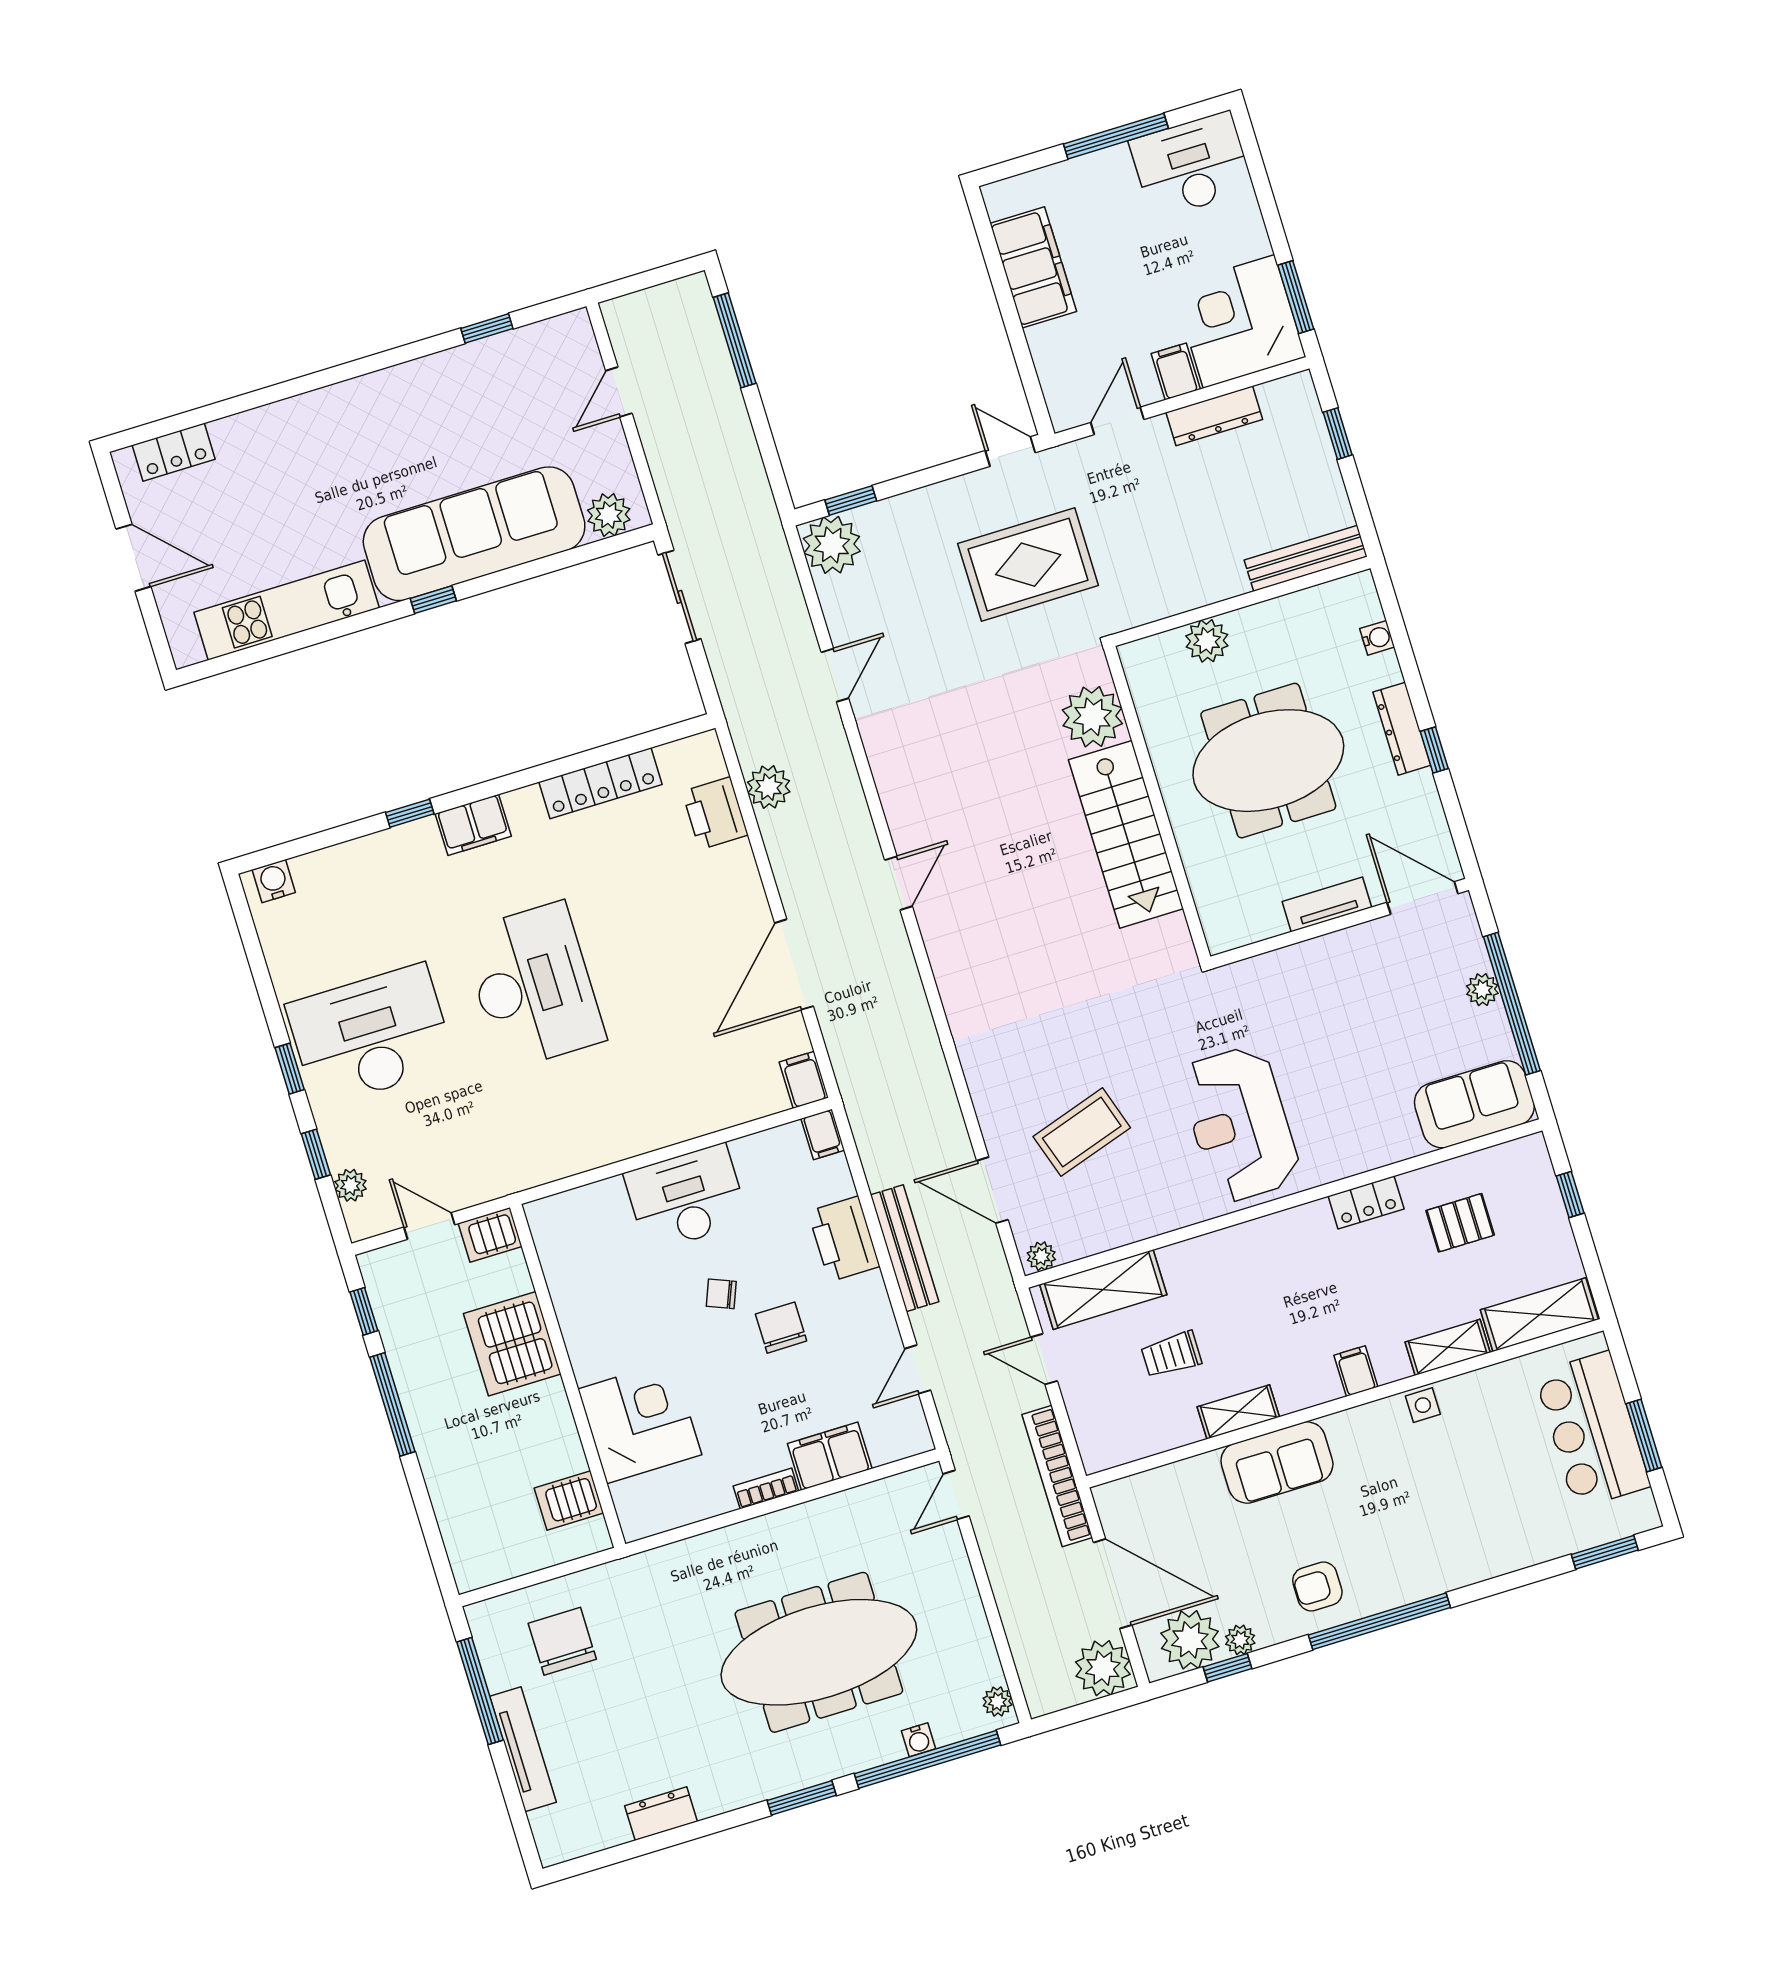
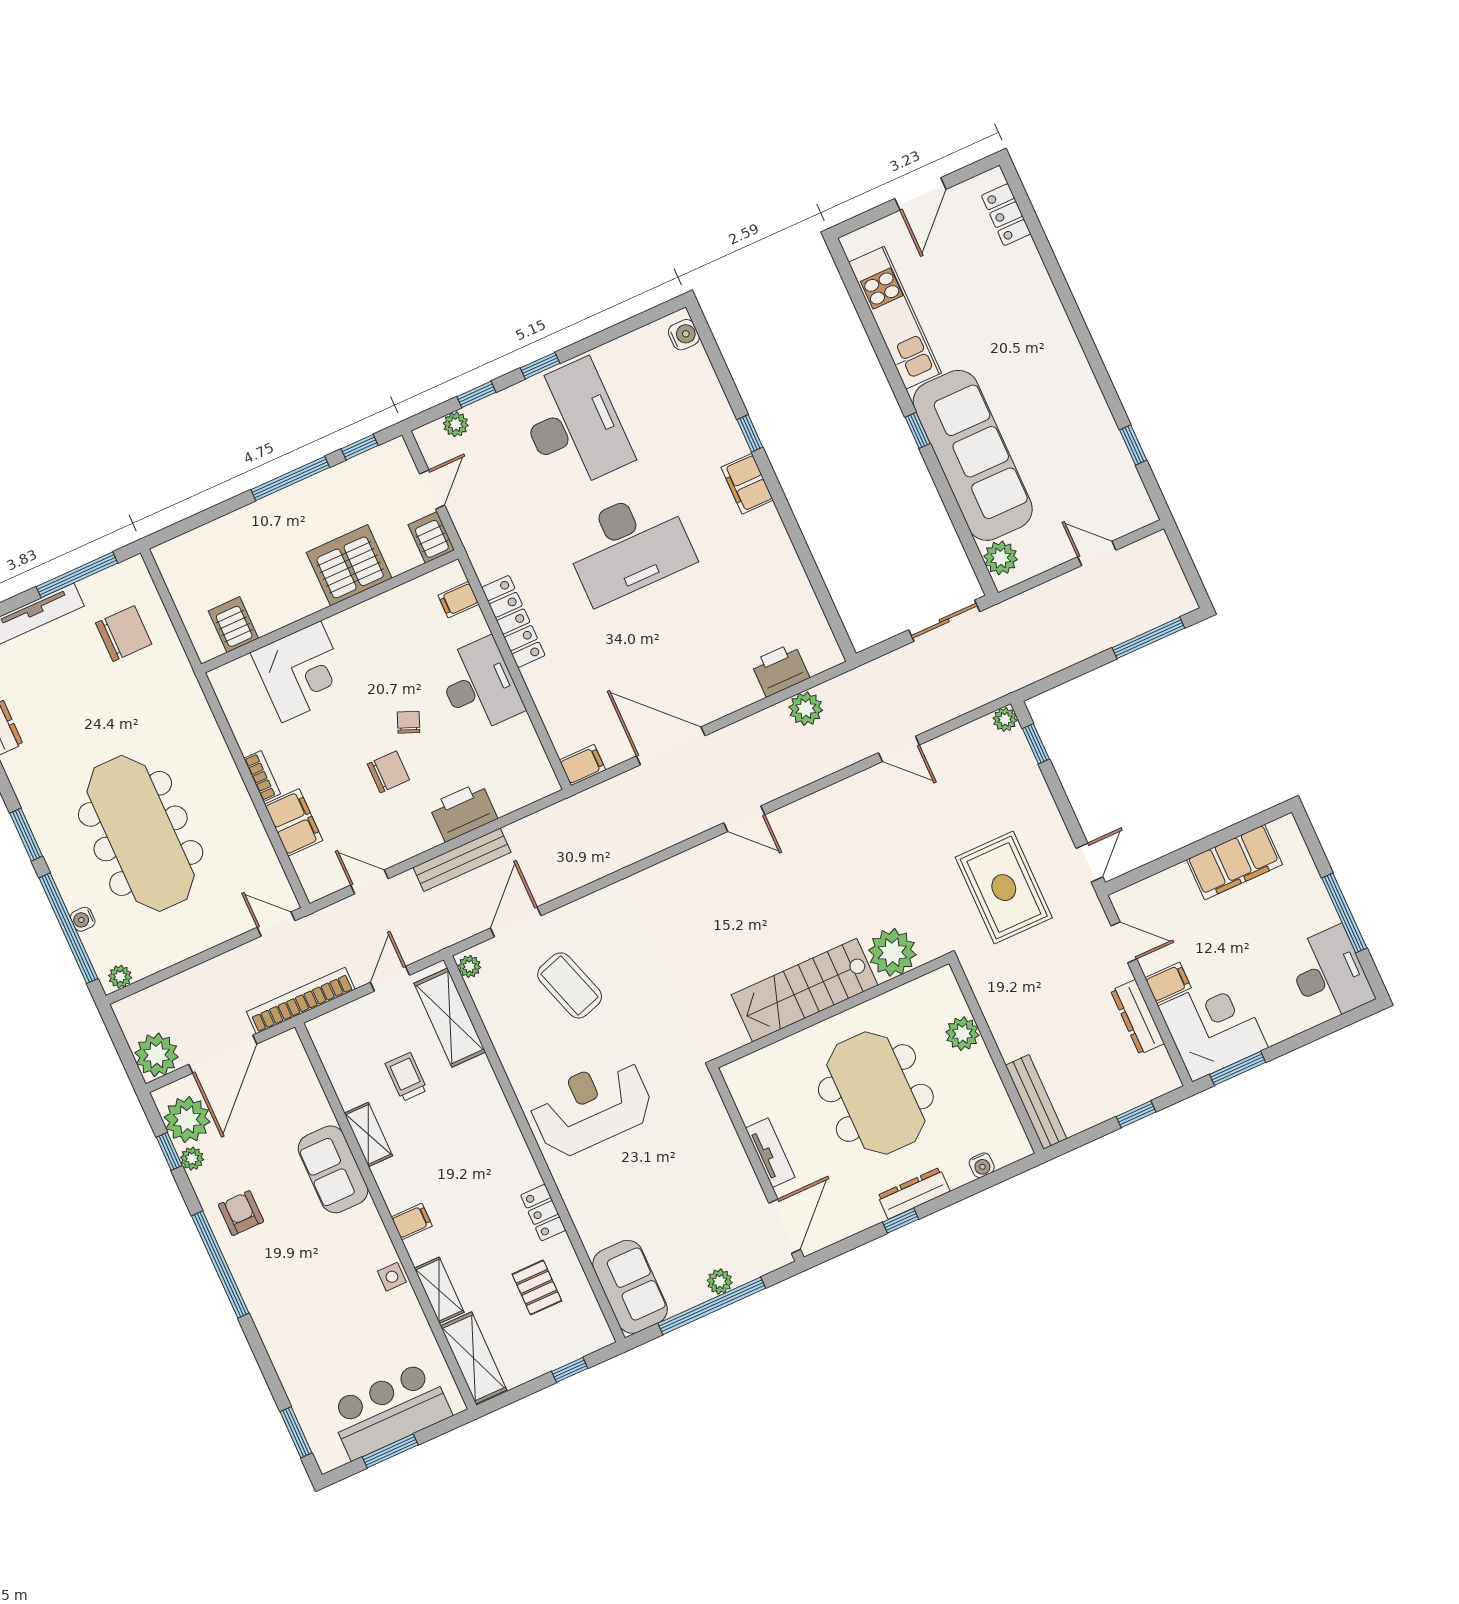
plant: (832, 545) -> (1005, 719), width x0.53, depth x0.53
locker: (601, 783) -> (513, 621), moved, turned 180
filing cabinet: (823, 1134) -> (458, 600), moved

